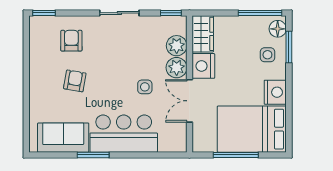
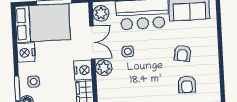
plant: (177, 46) -> (101, 13), moved

